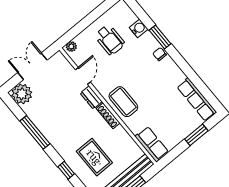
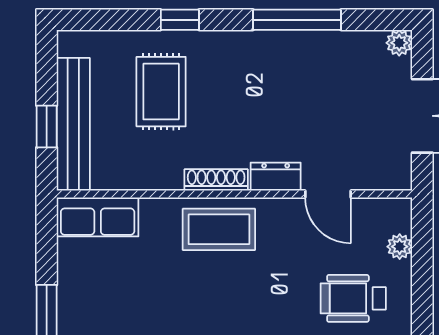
plant: (71, 47) -> (400, 247), moved
plant: (22, 94) -> (399, 43), width x0.53, depth x0.53
rug: (94, 157) -> (161, 92), turned 90

